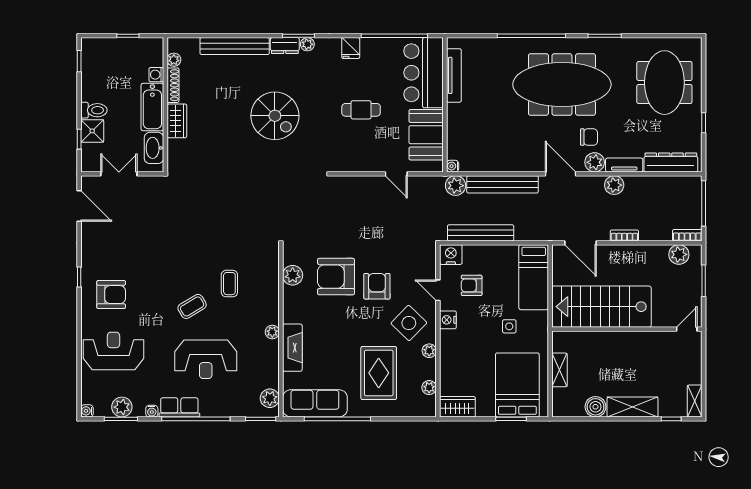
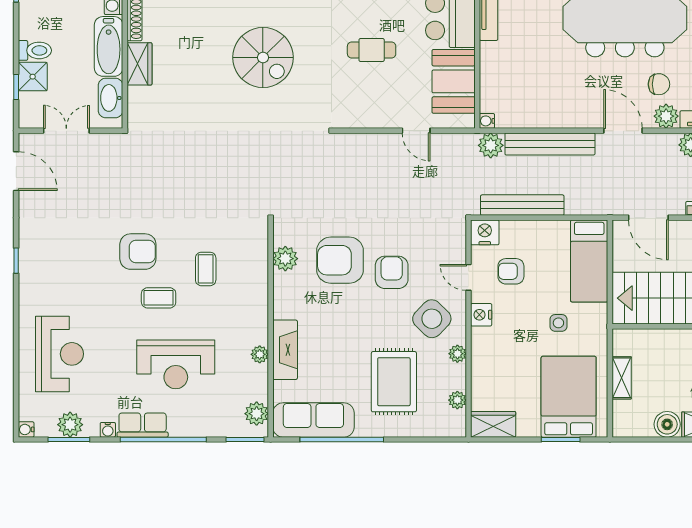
armchair: (111, 295) -> (138, 252), moved
coffee table: (192, 306) -> (159, 298), turned 31
plant: (272, 332) -> (260, 354), moved
reception desk: (114, 351) -> (60, 354), turned 90

